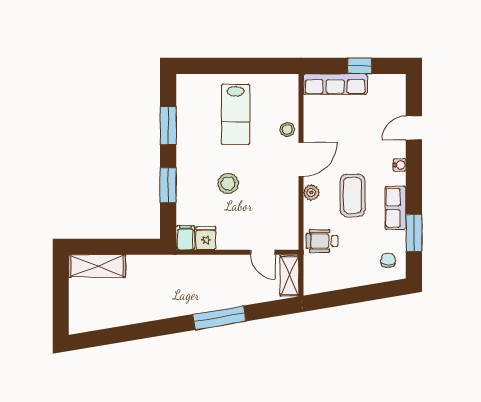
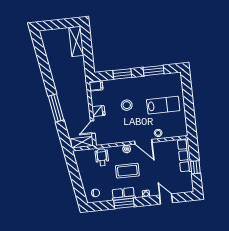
lab bench: (236, 114) -> (163, 105), turned 180
window: (414, 233) -> (124, 203), moved
fridge: (206, 238) -> (98, 111), moved

